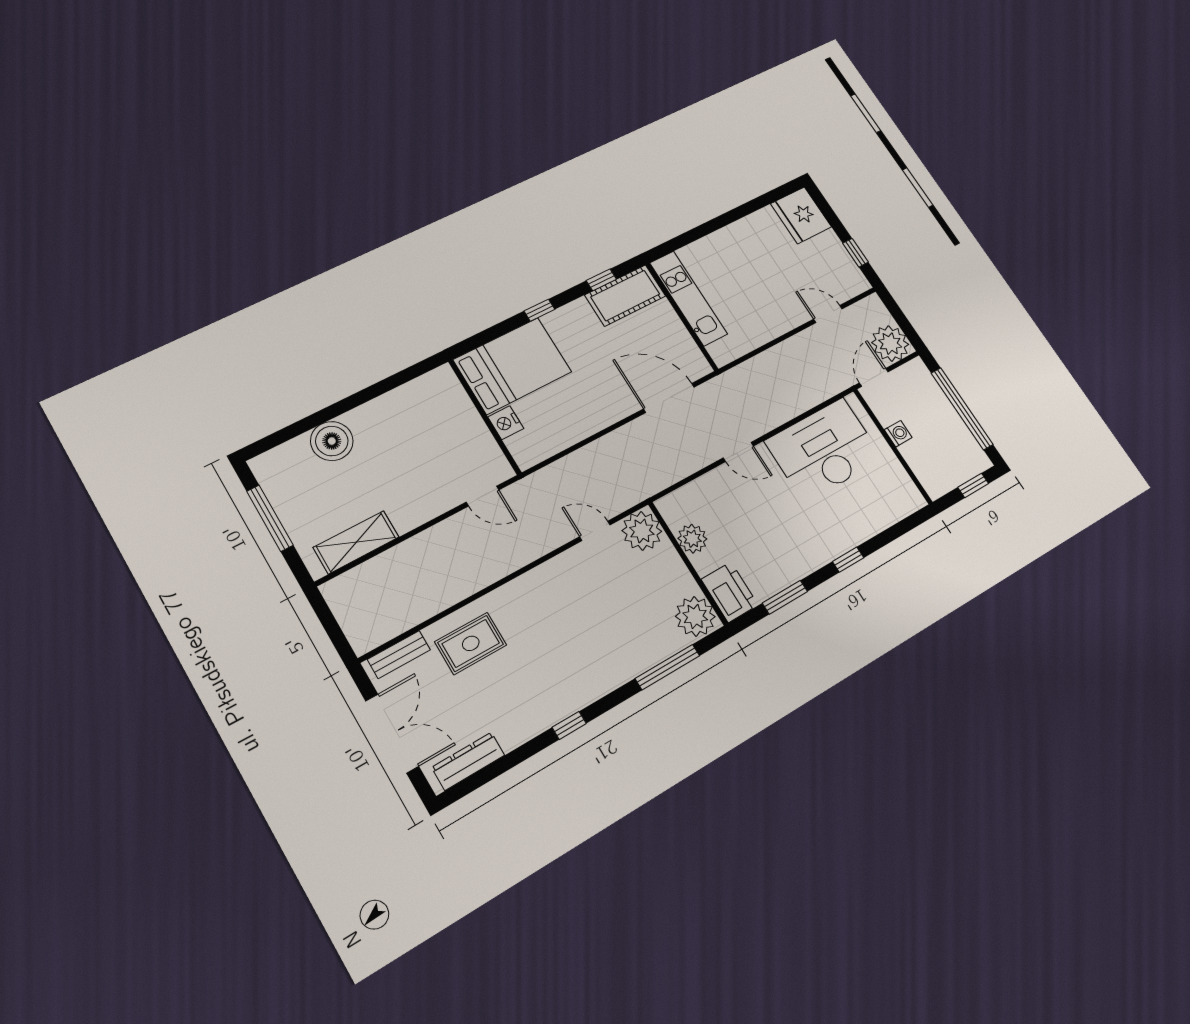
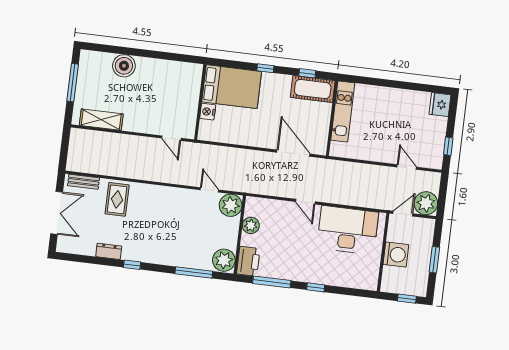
fridge: (801, 215) -> (440, 105), width x0.73, depth x0.75
window: (962, 409) -> (434, 260), width x0.47
washing machine: (898, 434) -> (396, 255), width x1.89, depth x1.89
window: (785, 597) -> (272, 282), width x1.44
rug: (471, 643) -> (117, 199), turned 90
dresser: (468, 761) -> (109, 251), moved, width x0.70

